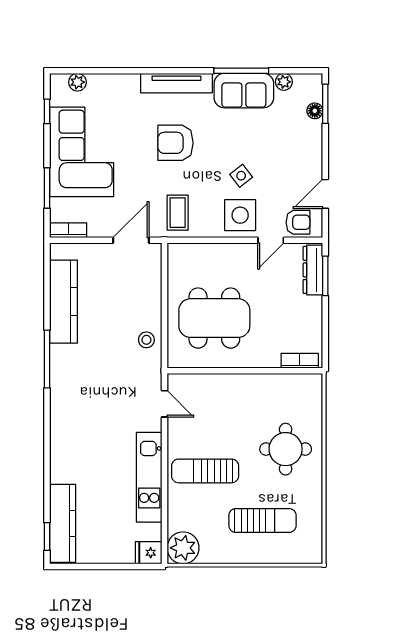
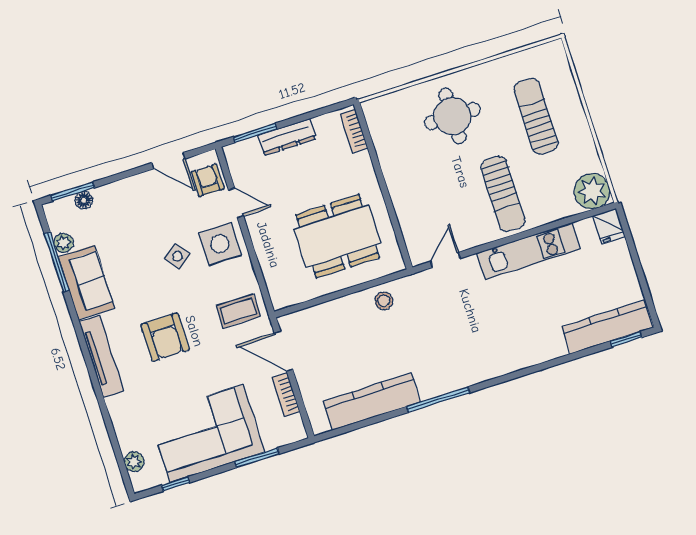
window: (241, 71) -> (57, 262), moved
bookcase: (68, 230) -> (286, 395), moved
dresser: (313, 270) -> (287, 137), moved
dining table: (214, 318) -> (338, 236), turned 90

